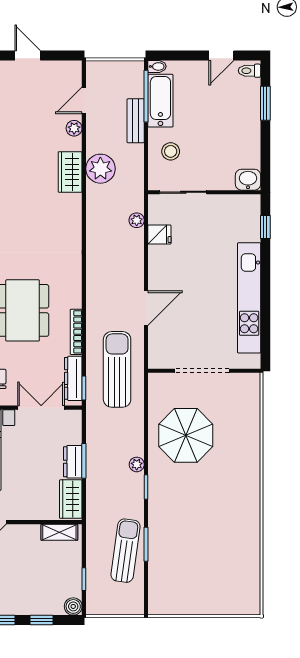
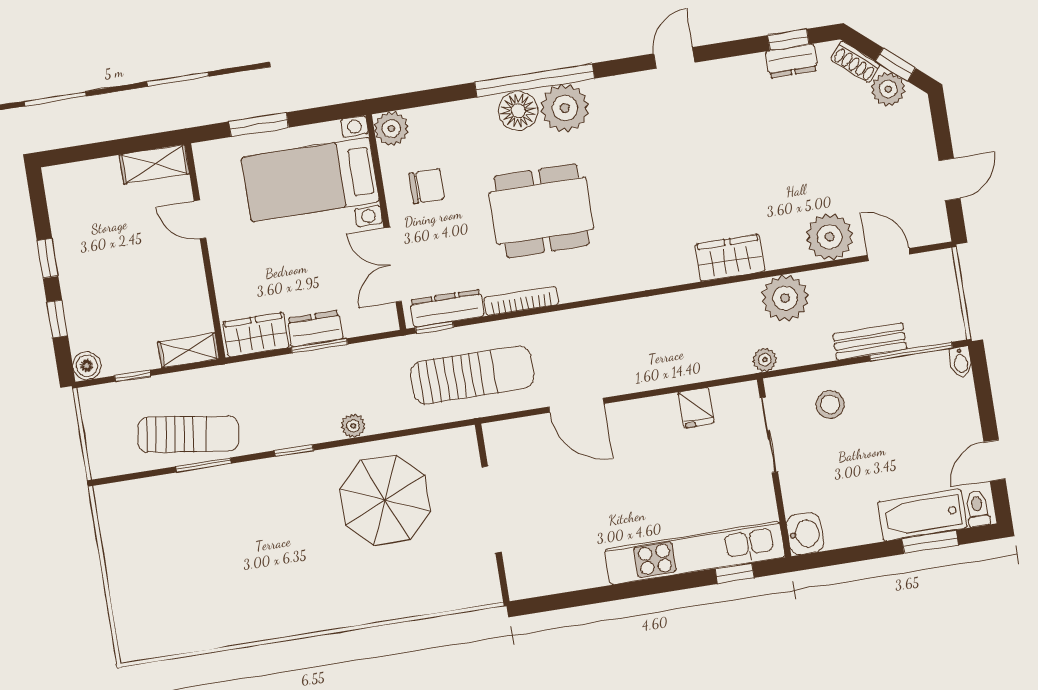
door: (28, 55) -> (949, 179), moved
door: (221, 55) -> (994, 460), hinge flipped
bathtub: (160, 101) -> (922, 515), moved, turned 180
plant: (74, 128) -> (830, 237), width x1.88, depth x1.88
wardrobe: (70, 172) -> (730, 258), moved
plant: (137, 220) -> (765, 360), moved
kitchen unit: (249, 298) -> (695, 553), moved
double door: (41, 408) -> (393, 265), swing flipped
plant: (137, 464) -> (353, 426), moved
shelving: (59, 532) -> (188, 350), moved, turned 90

